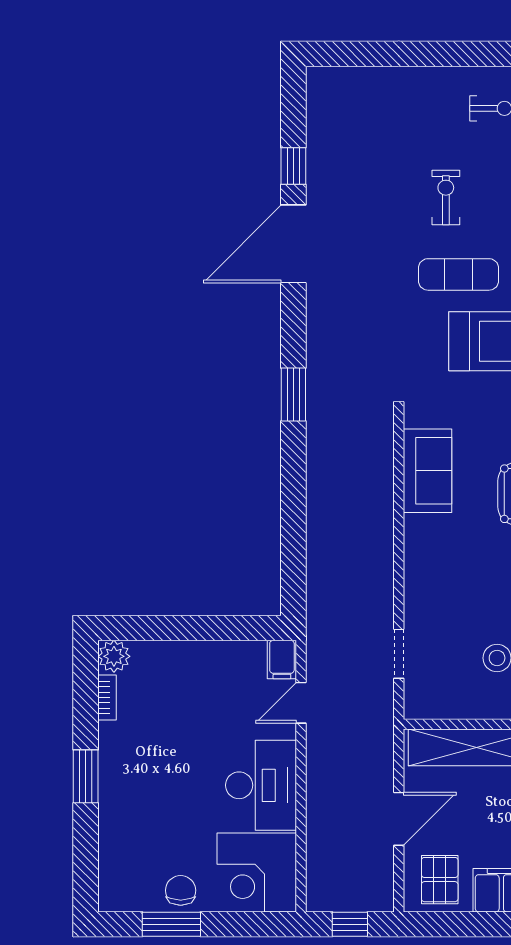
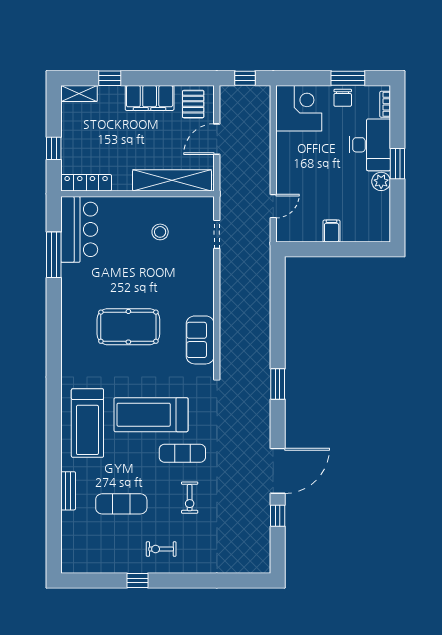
plant: (114, 656) -> (381, 181), moved
filing cabinet: (282, 660) -> (332, 231), moved
bookcase: (107, 698) -> (385, 104), moved
desk: (261, 785) -> (370, 145), moved, turned 180

